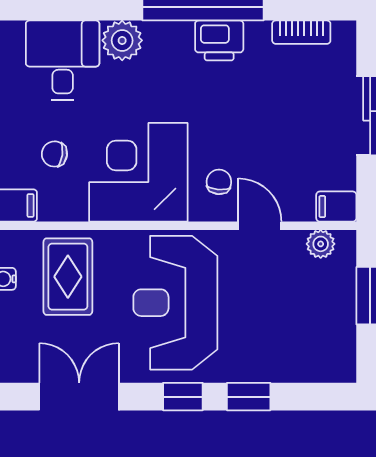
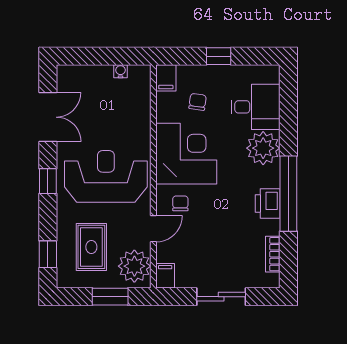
plant: (122, 40) -> (263, 148), width x1.36, depth x1.36
chair: (219, 182) -> (180, 203), turned -95
plant: (321, 244) -> (134, 266), width x1.87, depth x1.87
rug: (68, 277) -> (91, 247), moved, turned 90
window: (249, 397) -> (48, 254), moved

